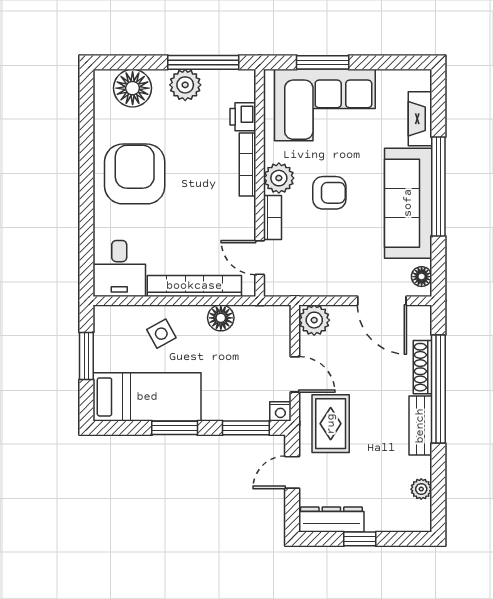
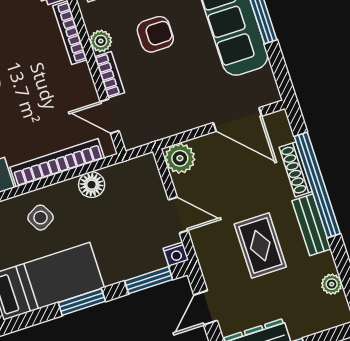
plant: (279, 178) -> (101, 41), width x0.73, depth x0.73
floor lamp: (422, 277) -> (267, 85), removed
rug: (331, 424) -> (260, 246), moved

